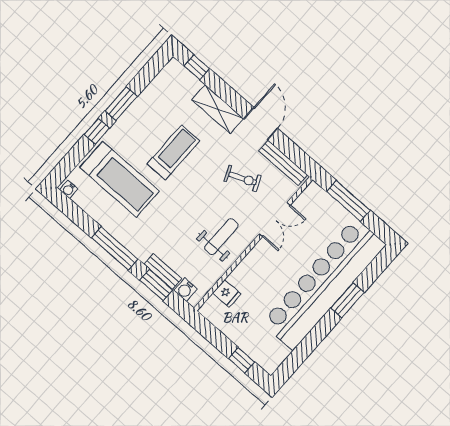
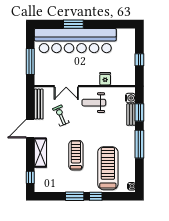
treadmill: (173, 152) -> (76, 155), turned 90
double door: (275, 220) -> (66, 86), swing flipped
fridge: (227, 293) -> (105, 79), moved
window: (242, 360) -> (139, 60), moved

